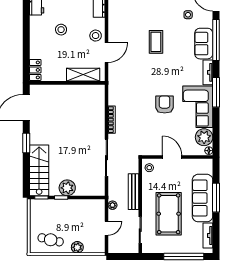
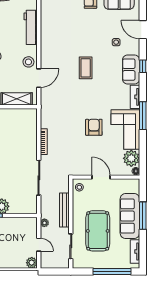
window: (216, 40) -> (143, 66), width x0.32
door: (106, 228) -> (39, 245), hinge flipped
plant: (77, 247) -> (32, 263), moved

